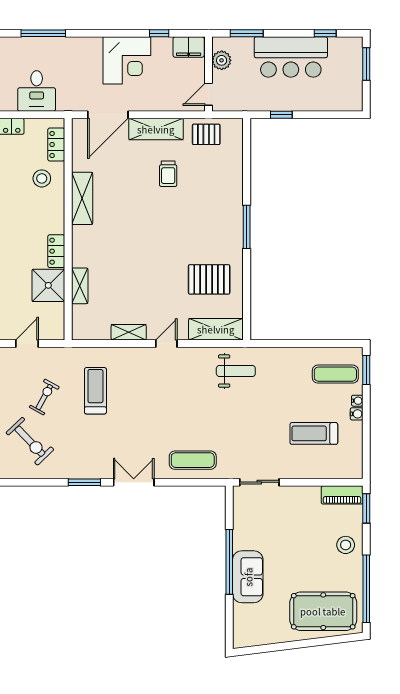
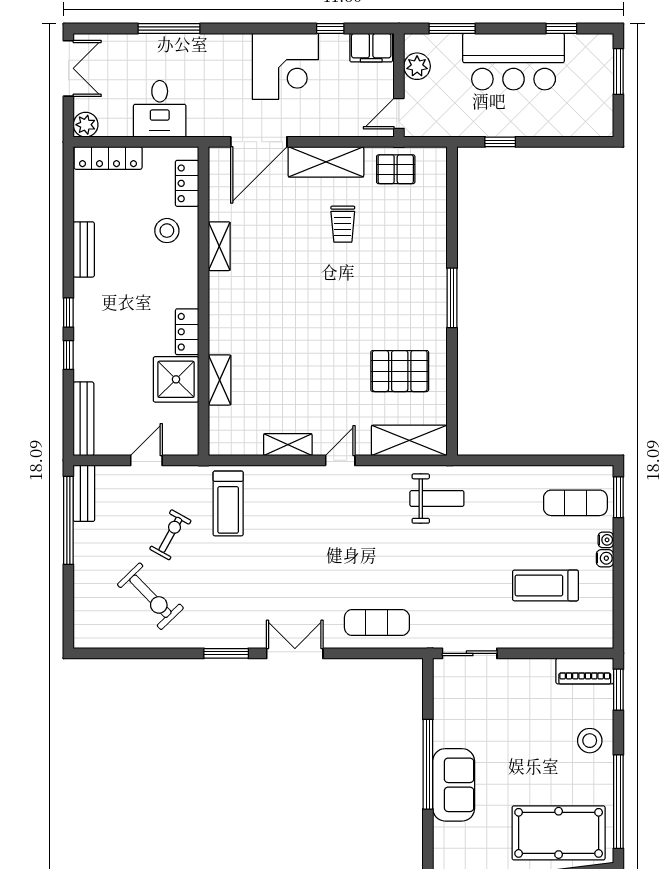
shelving: (82, 198) -> (219, 246), width x0.67, depth x0.75
treadmill: (95, 391) -> (228, 503), moved, turned 180

